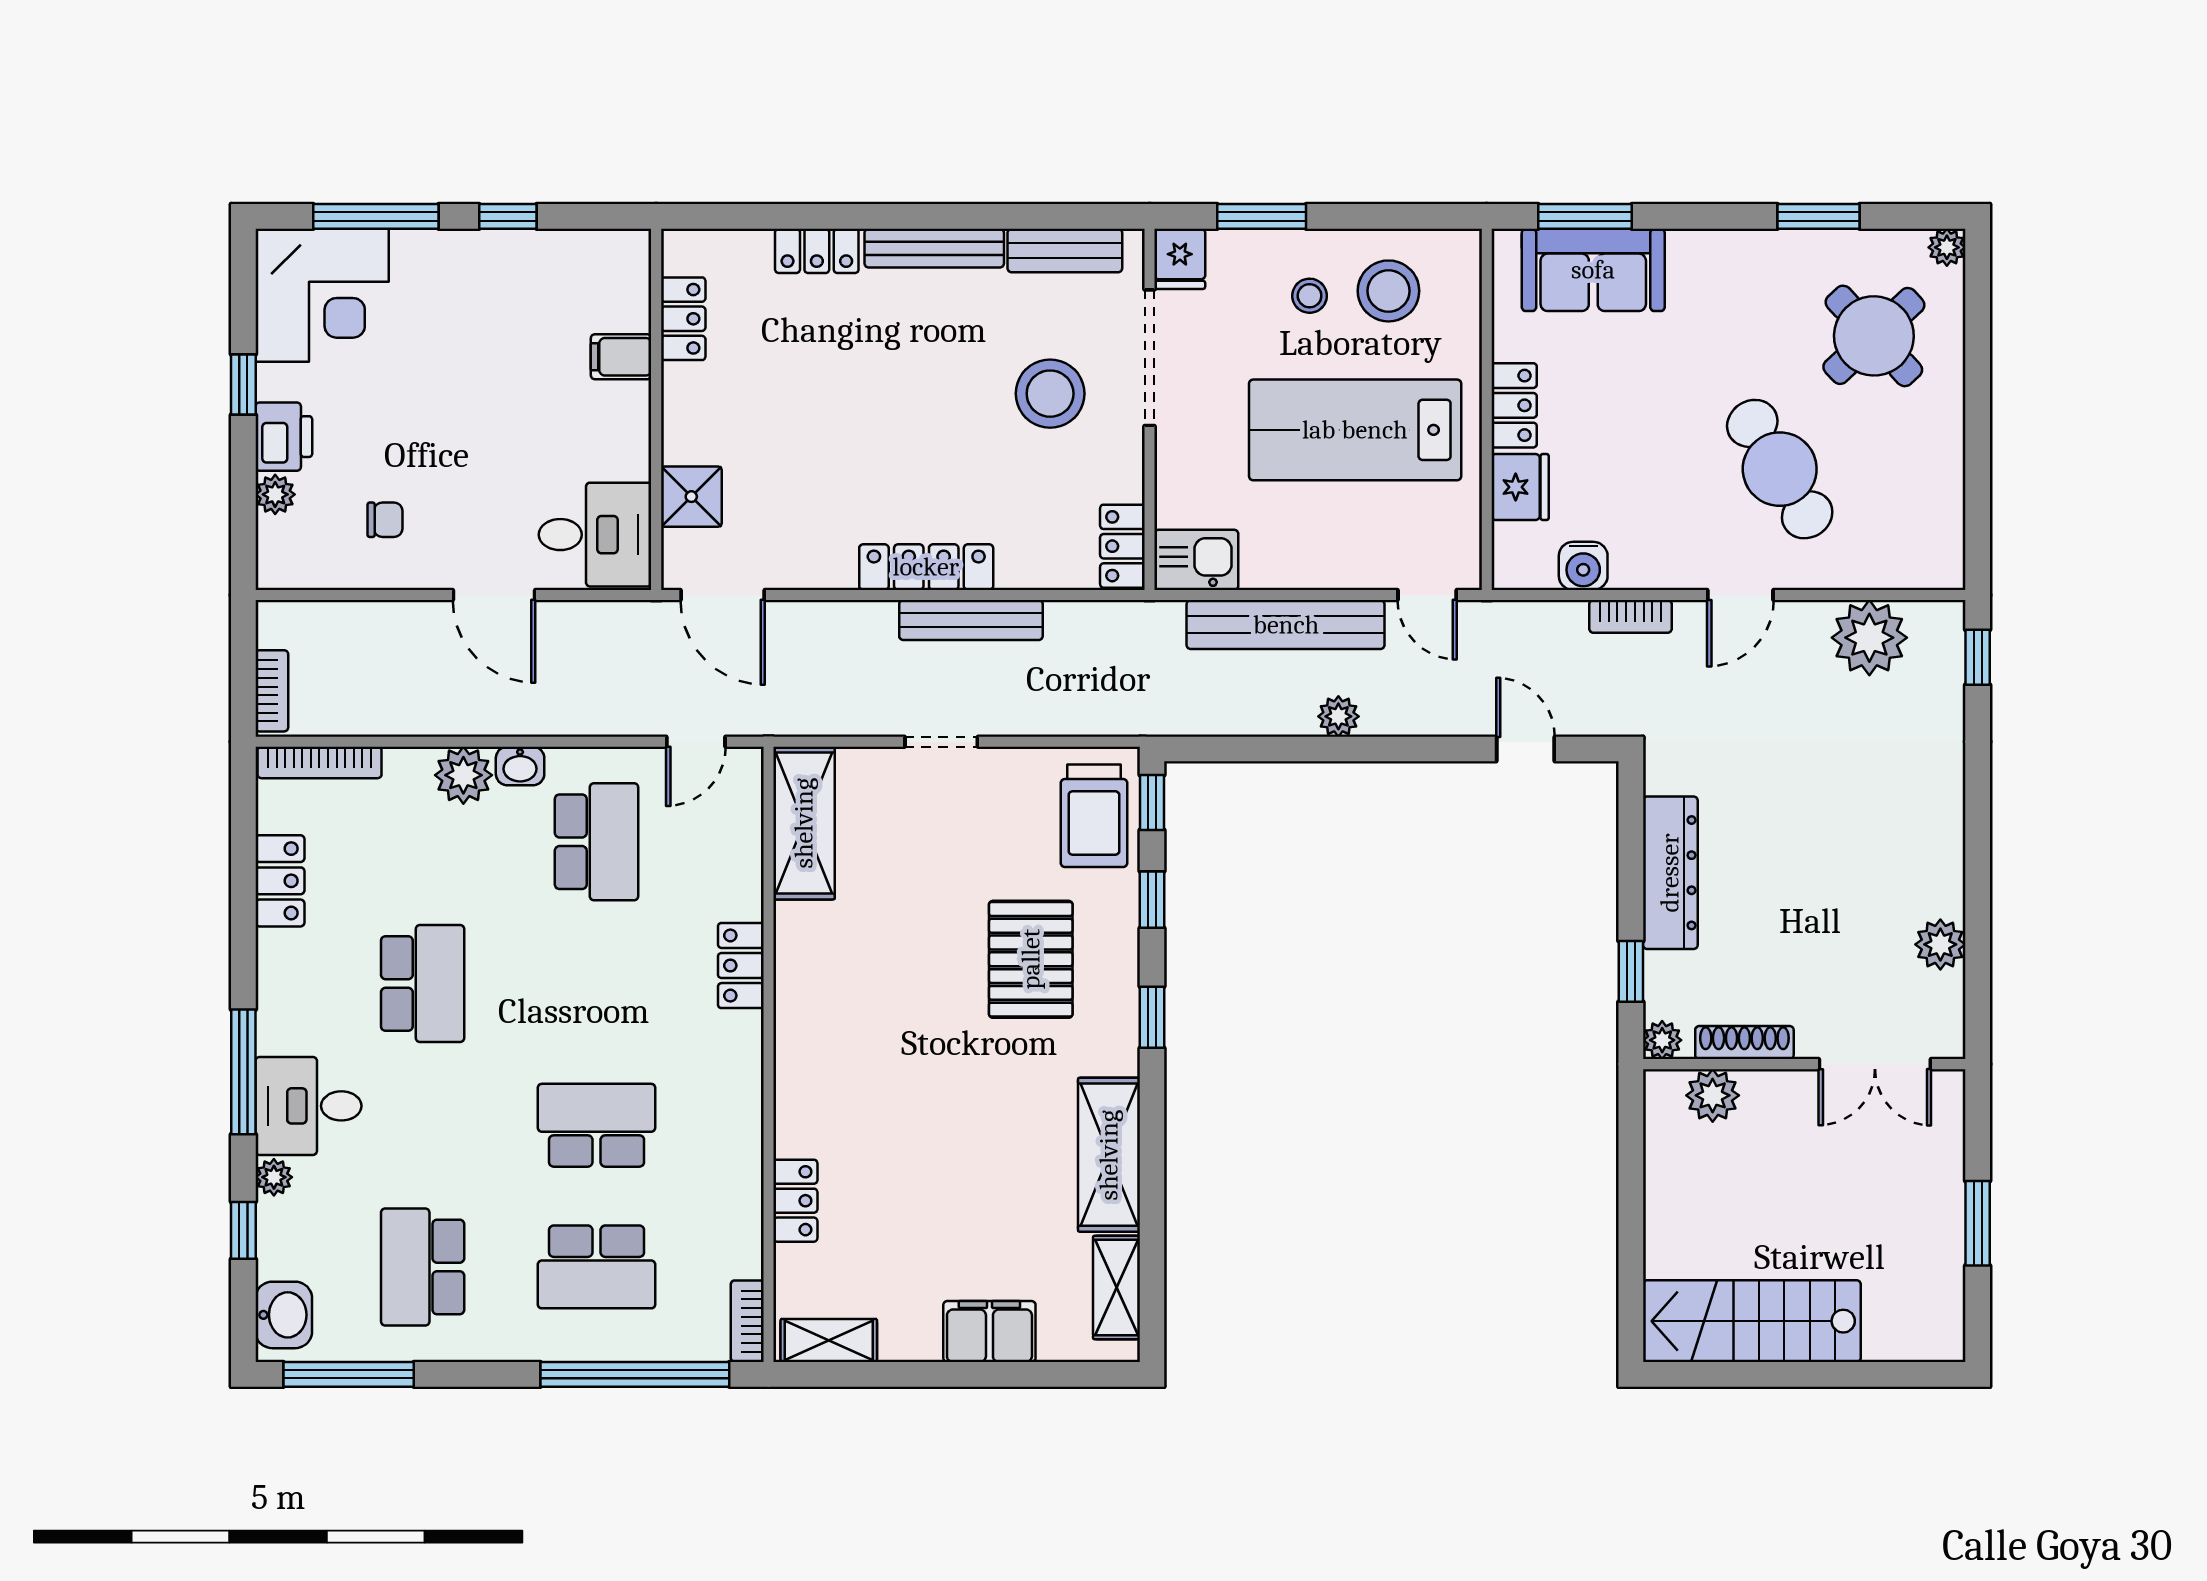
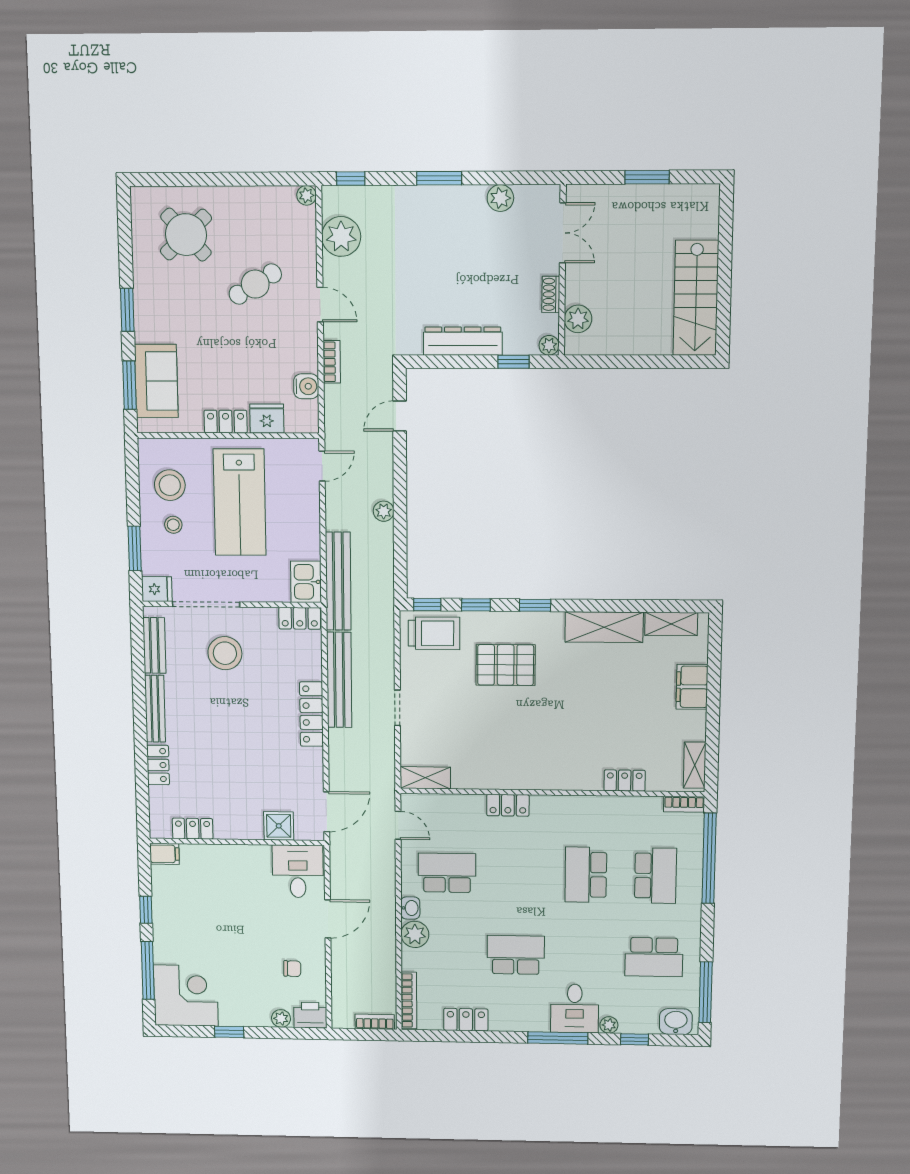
window: (1819, 216) -> (127, 310), moved
plant: (1947, 247) -> (307, 195), moved
filing cabinet: (621, 357) -> (164, 854), moved, turned -90
printer: (284, 437) -> (310, 1015), moved
cafe table: (1780, 469) -> (255, 284), width x0.73, depth x0.74
chair: (385, 520) -> (292, 969), turned 91
bench: (971, 620) -> (339, 680), width x1.37, depth x1.21
bench: (1286, 625) -> (338, 581), moved
shelving: (804, 823) -> (425, 778), width x0.67, depth x0.75
window: (1978, 827) -> (439, 178), added
shoe rack: (1744, 1043) -> (551, 294), width x0.70

